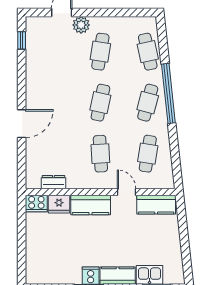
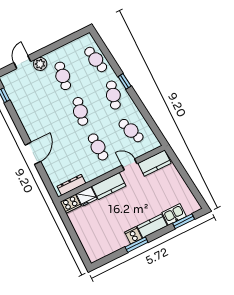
window: (168, 93) -> (125, 81), width x0.32
cafe table: (148, 154) -> (131, 131), turned -30
dresser: (53, 182) -> (71, 185), width x1.44

